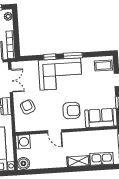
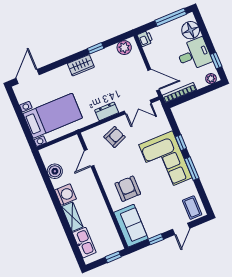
armchair: (71, 111) -> (128, 189), turned 180
door: (55, 131) -> (89, 158), moved
washing machine: (23, 142) -> (66, 195), moved, turned -90
boiler: (23, 163) -> (55, 171), moved

